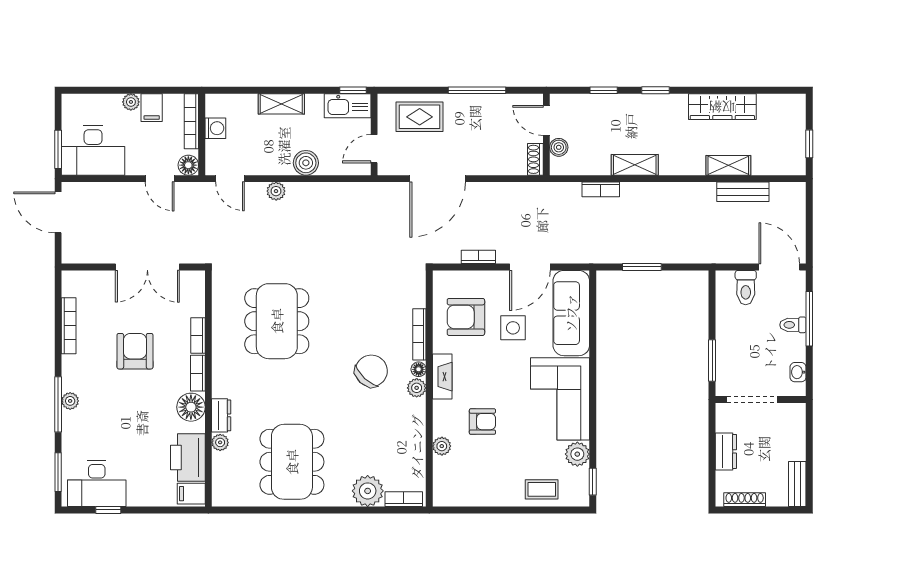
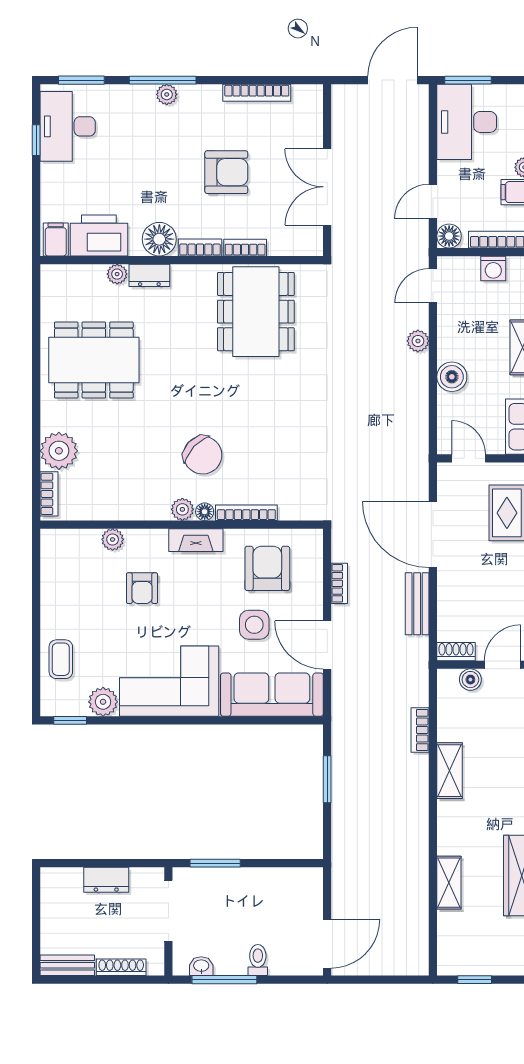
bench: (743, 192) -> (417, 604), moved
toilet: (746, 288) -> (303, 903), removed
window: (809, 319) -> (224, 980), moved
dining table: (277, 321) -> (256, 312), moved, turned 90
shoe rack: (745, 500) -> (121, 967), moved, turned -90

